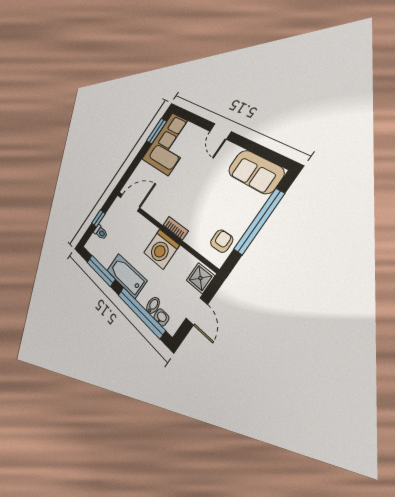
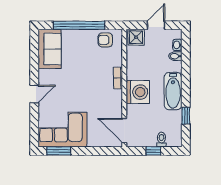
washing machine: (161, 249) -> (138, 92), moved
window: (101, 271) -> (186, 116), width x0.46
window: (141, 312) -> (186, 62), removed

